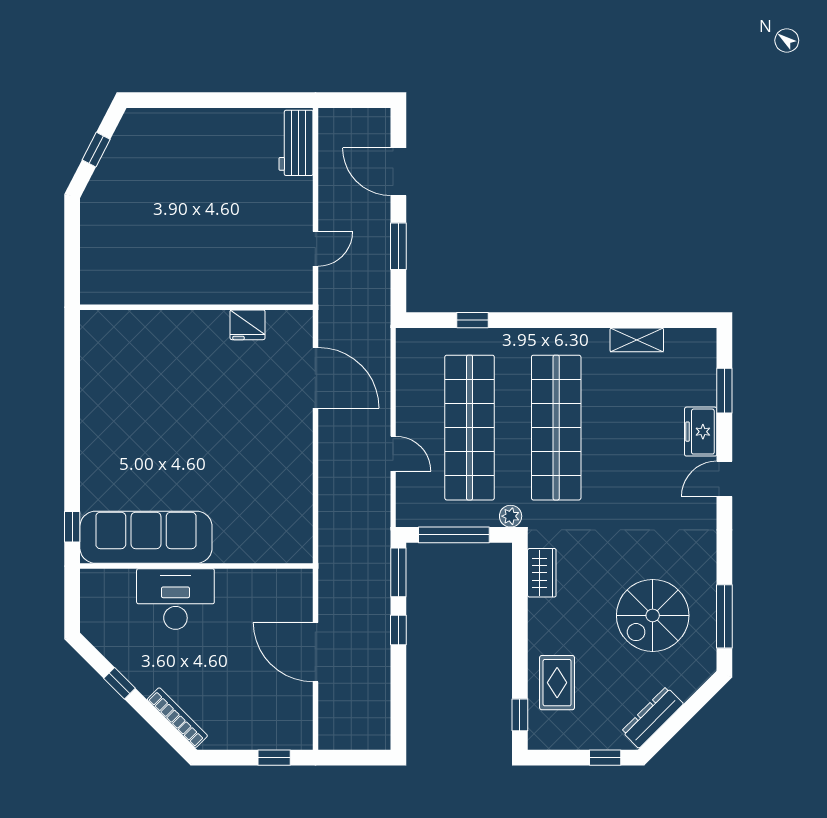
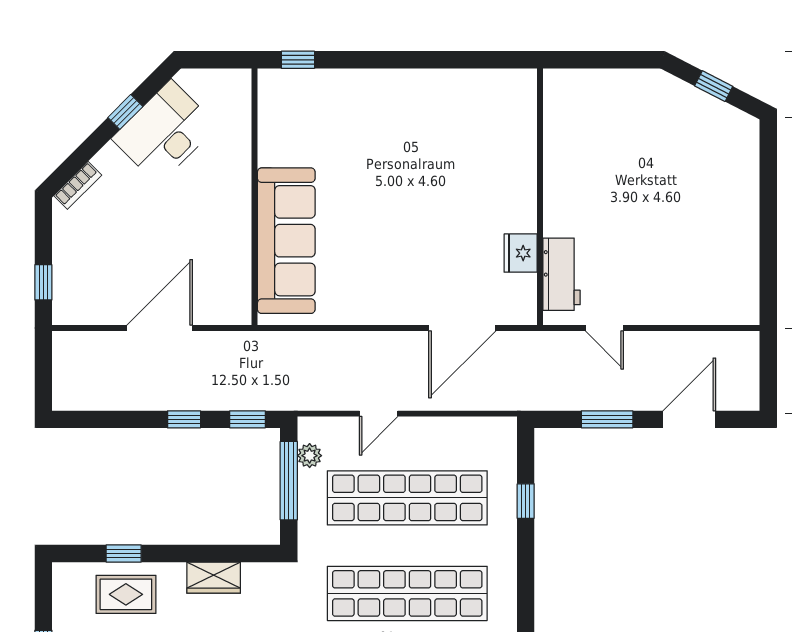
workbench: (296, 143) -> (561, 274), moved, turned 90
plant: (511, 516) -> (310, 456), moved
sofa: (146, 537) -> (286, 241), moved
window: (398, 572) -> (247, 419), width x0.67
wardrobe: (542, 573) -> (214, 578), moved
desk: (175, 599) -> (165, 132), moved, turned -135
window: (520, 715) -> (124, 553), moved
bookcase: (177, 718) -> (78, 185), width x0.64

